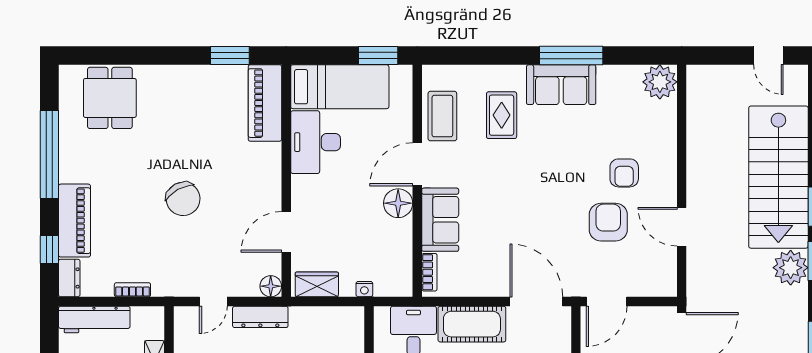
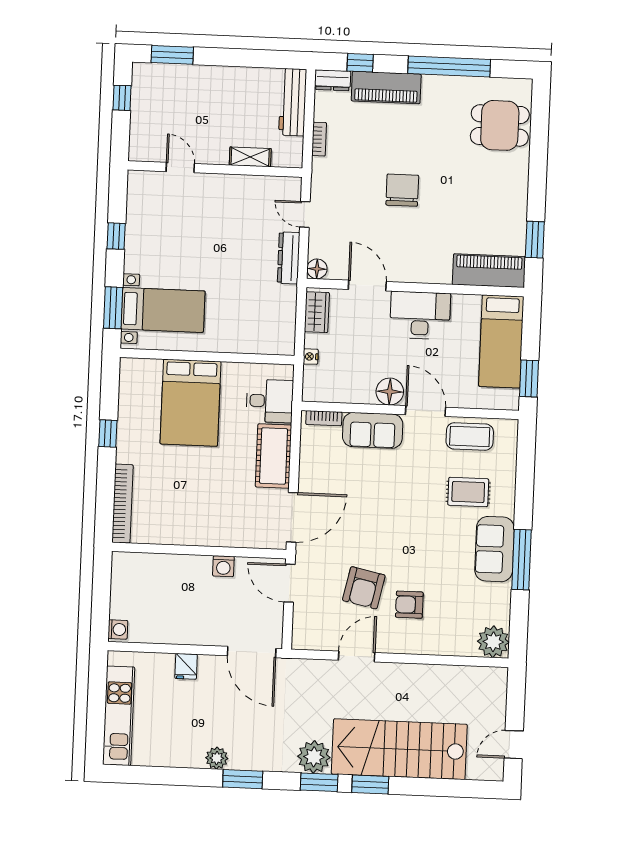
desk: (316, 142) -> (420, 315), moved
chair: (183, 199) -> (402, 190), turned 119
armchair: (608, 222) -> (364, 588), turned 102

